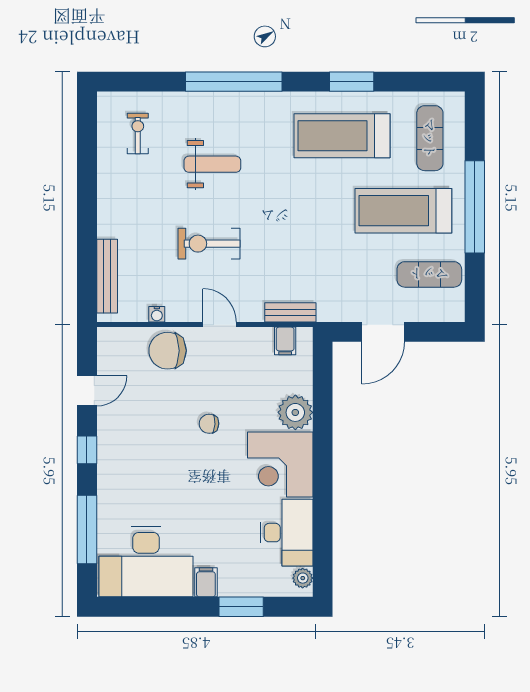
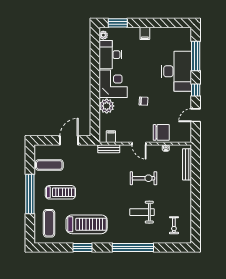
treadmill: (403, 211) -> (60, 192), width x0.73, depth x0.73
desk: (146, 562) -> (176, 71), moved, turned 90
window: (241, 607) -> (118, 23), moved

